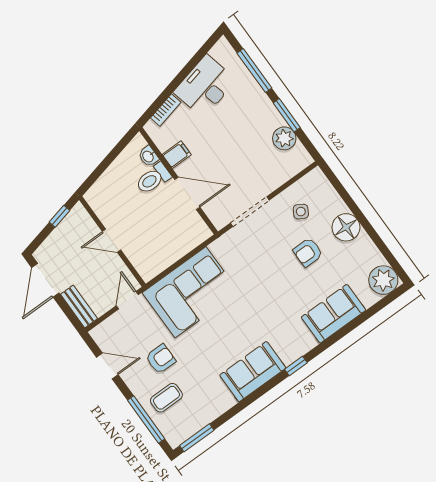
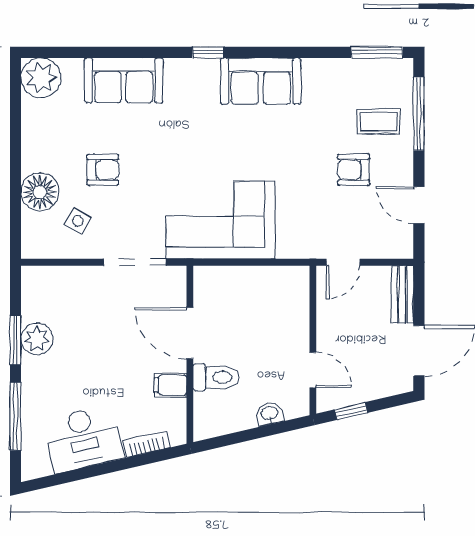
plant: (284, 138) -> (37, 339), moved
washbasin: (148, 156) -> (270, 414), moved, turned -103
floor lamp: (346, 227) -> (40, 192), moved
door: (112, 241) -> (313, 370), moved
corner sofa: (190, 292) -> (221, 220), moved

